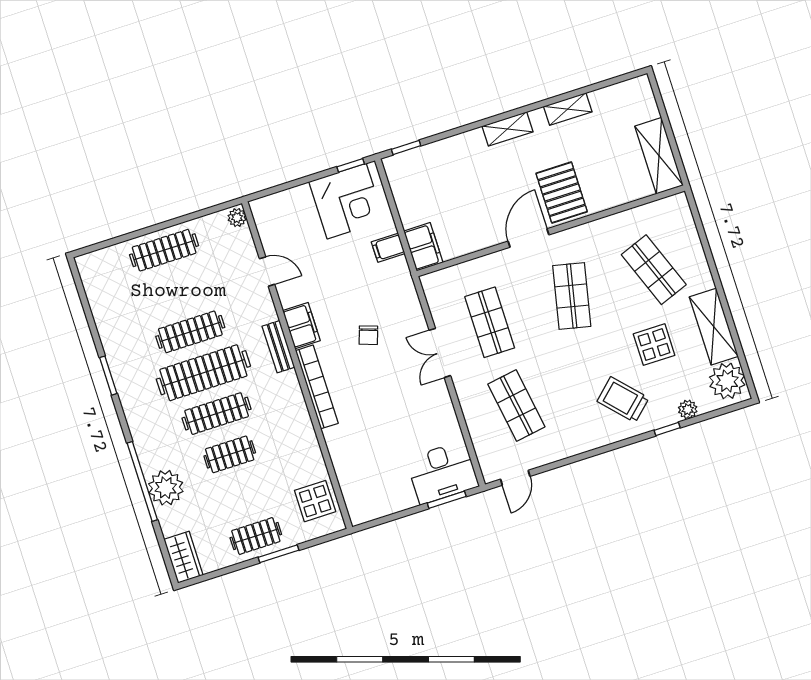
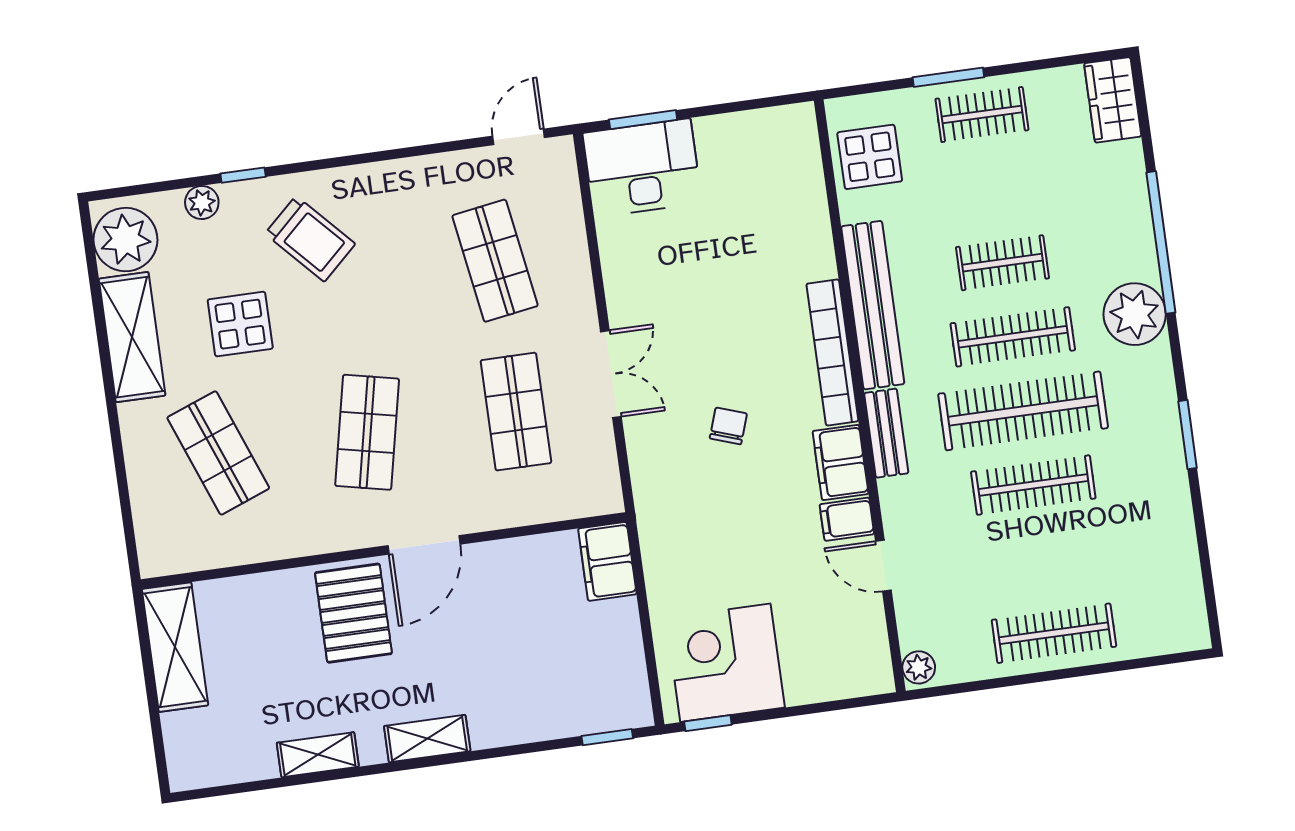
filing cabinet: (388, 248) -> (847, 519), moved, turned 180
bench: (299, 418) -> (873, 305), added
plant: (166, 488) -> (1135, 314), moved

